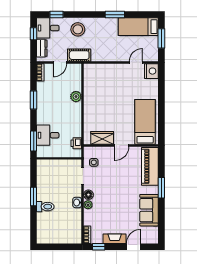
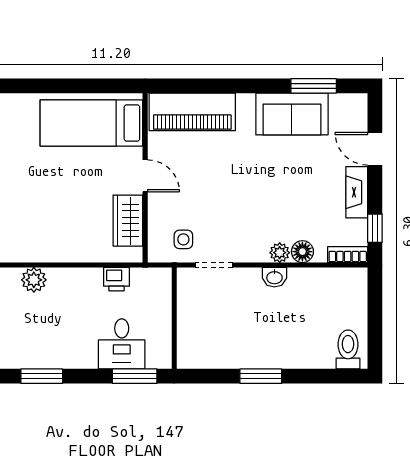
printer: (76, 143) -> (116, 279), moved
window: (161, 188) -> (314, 86), moved
floor lamp: (88, 195) -> (302, 252), moved
toilet: (45, 207) -> (348, 350), moved

